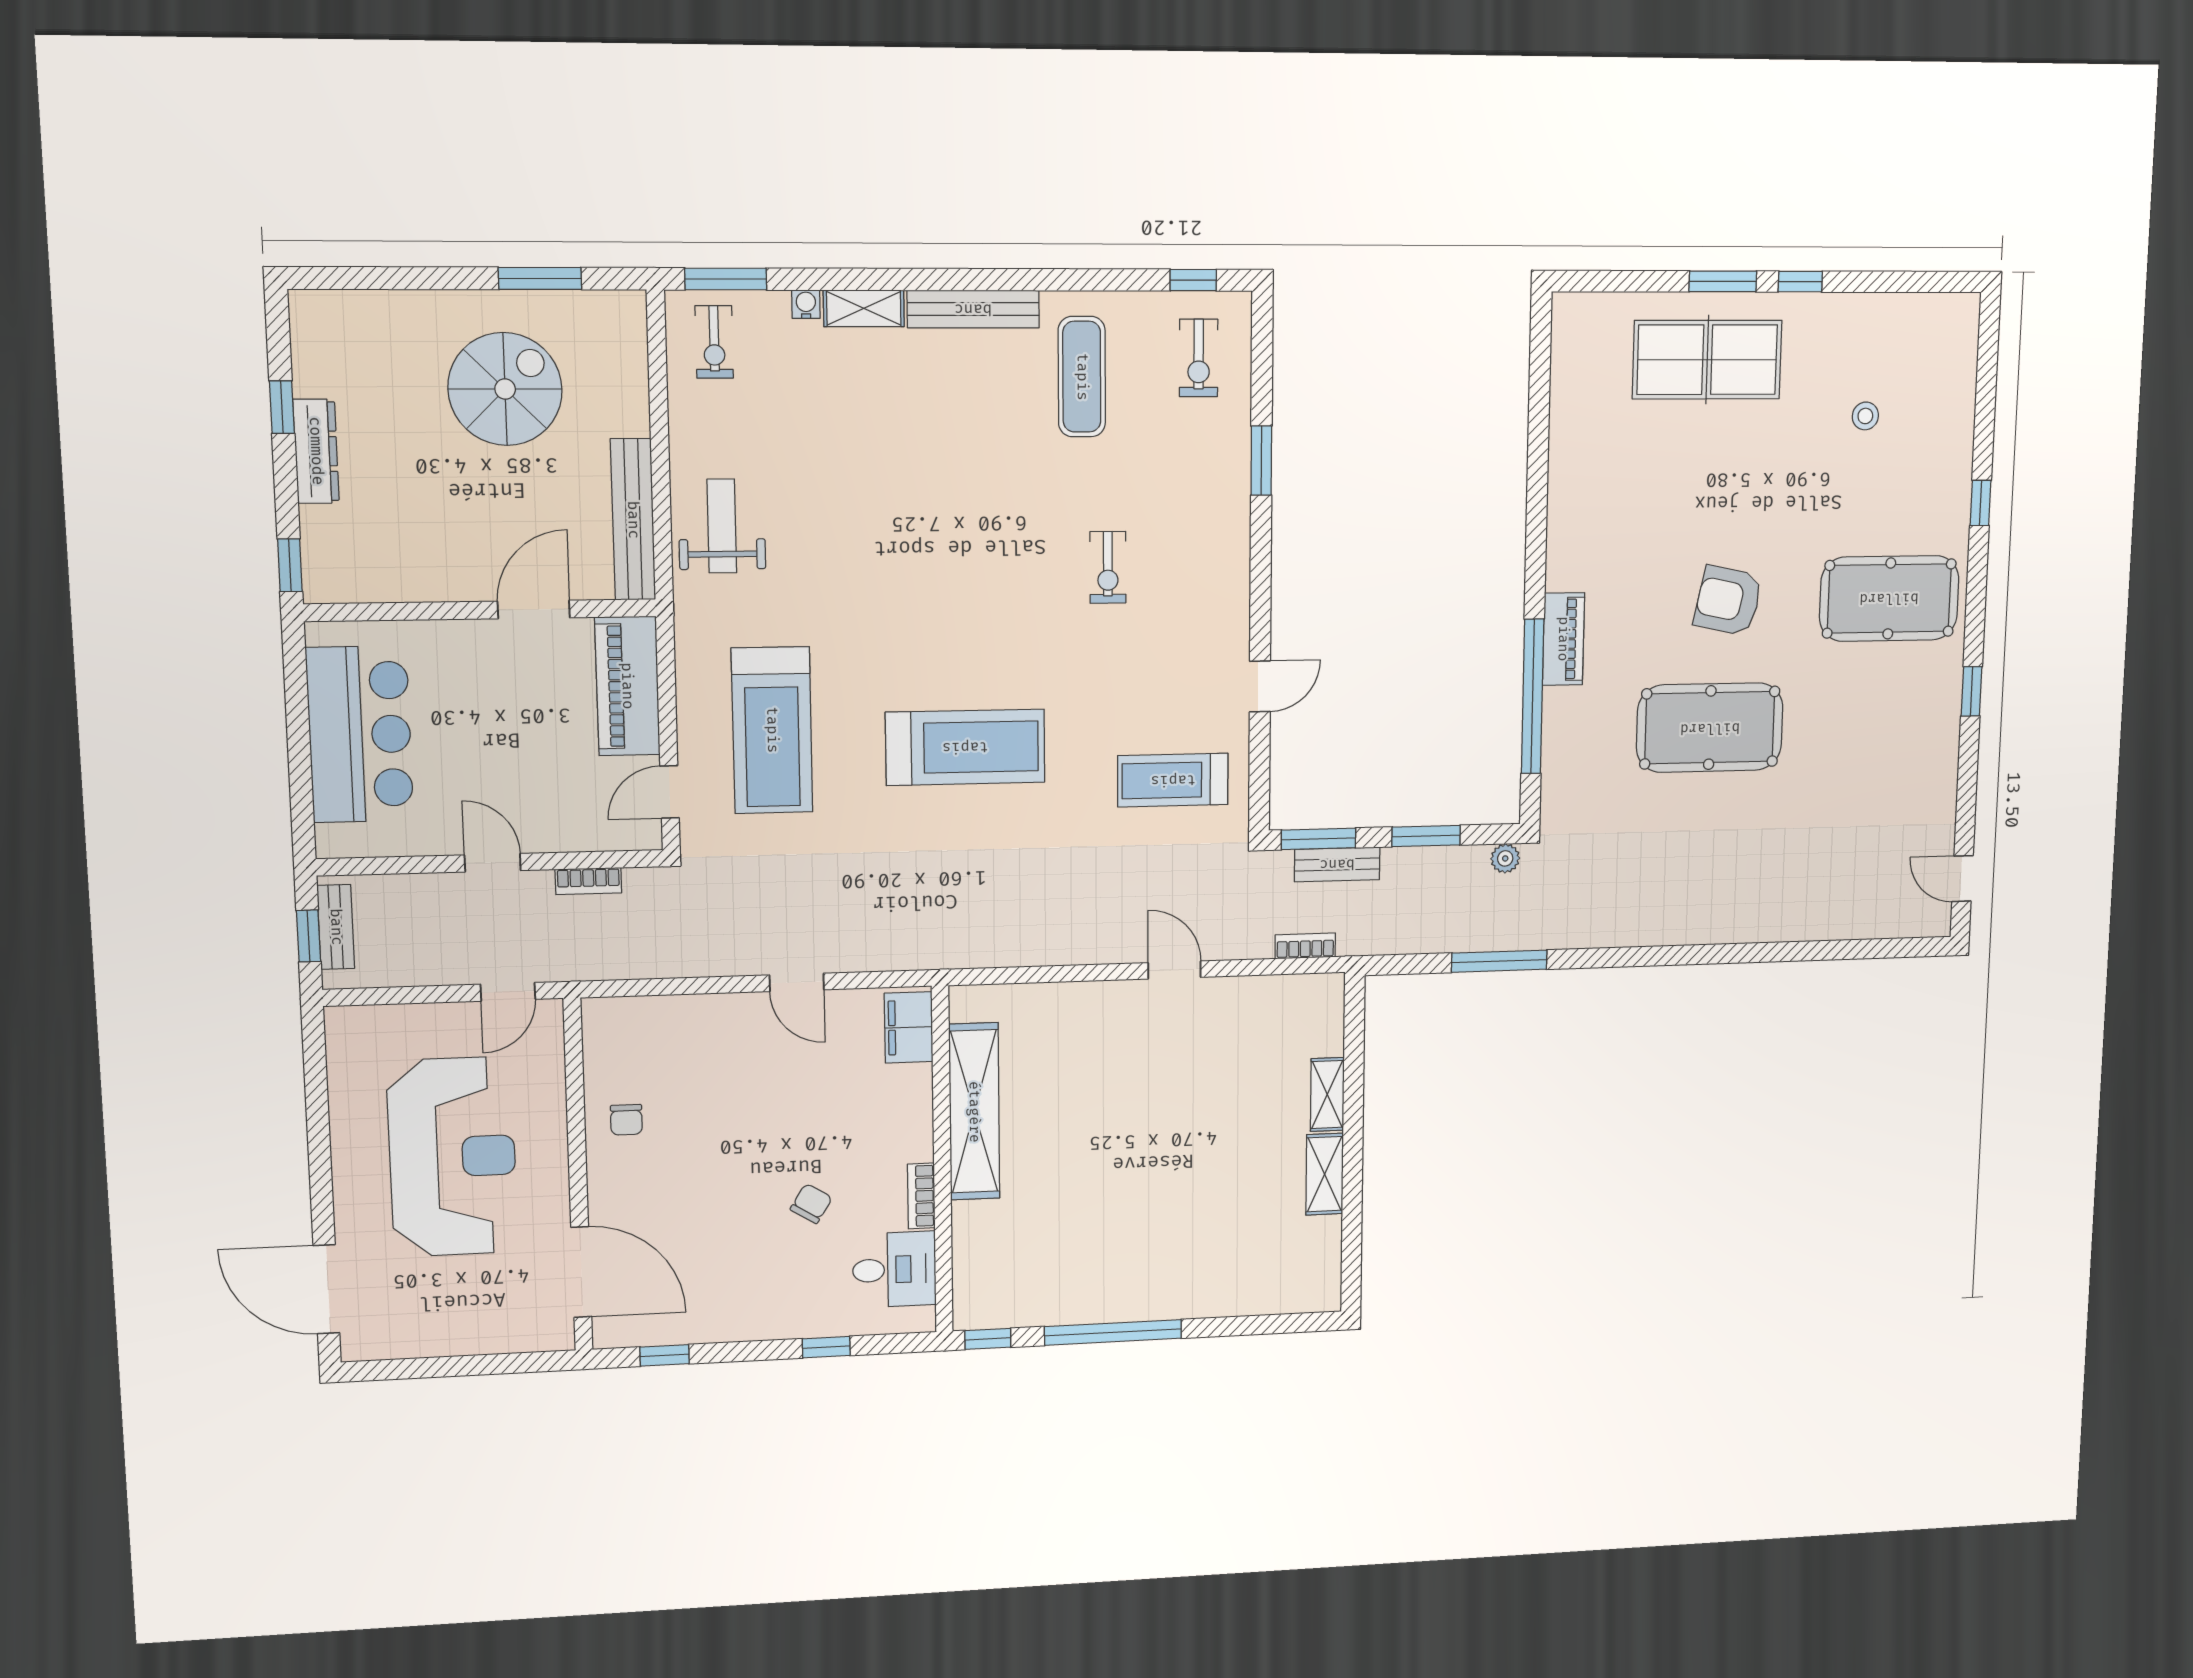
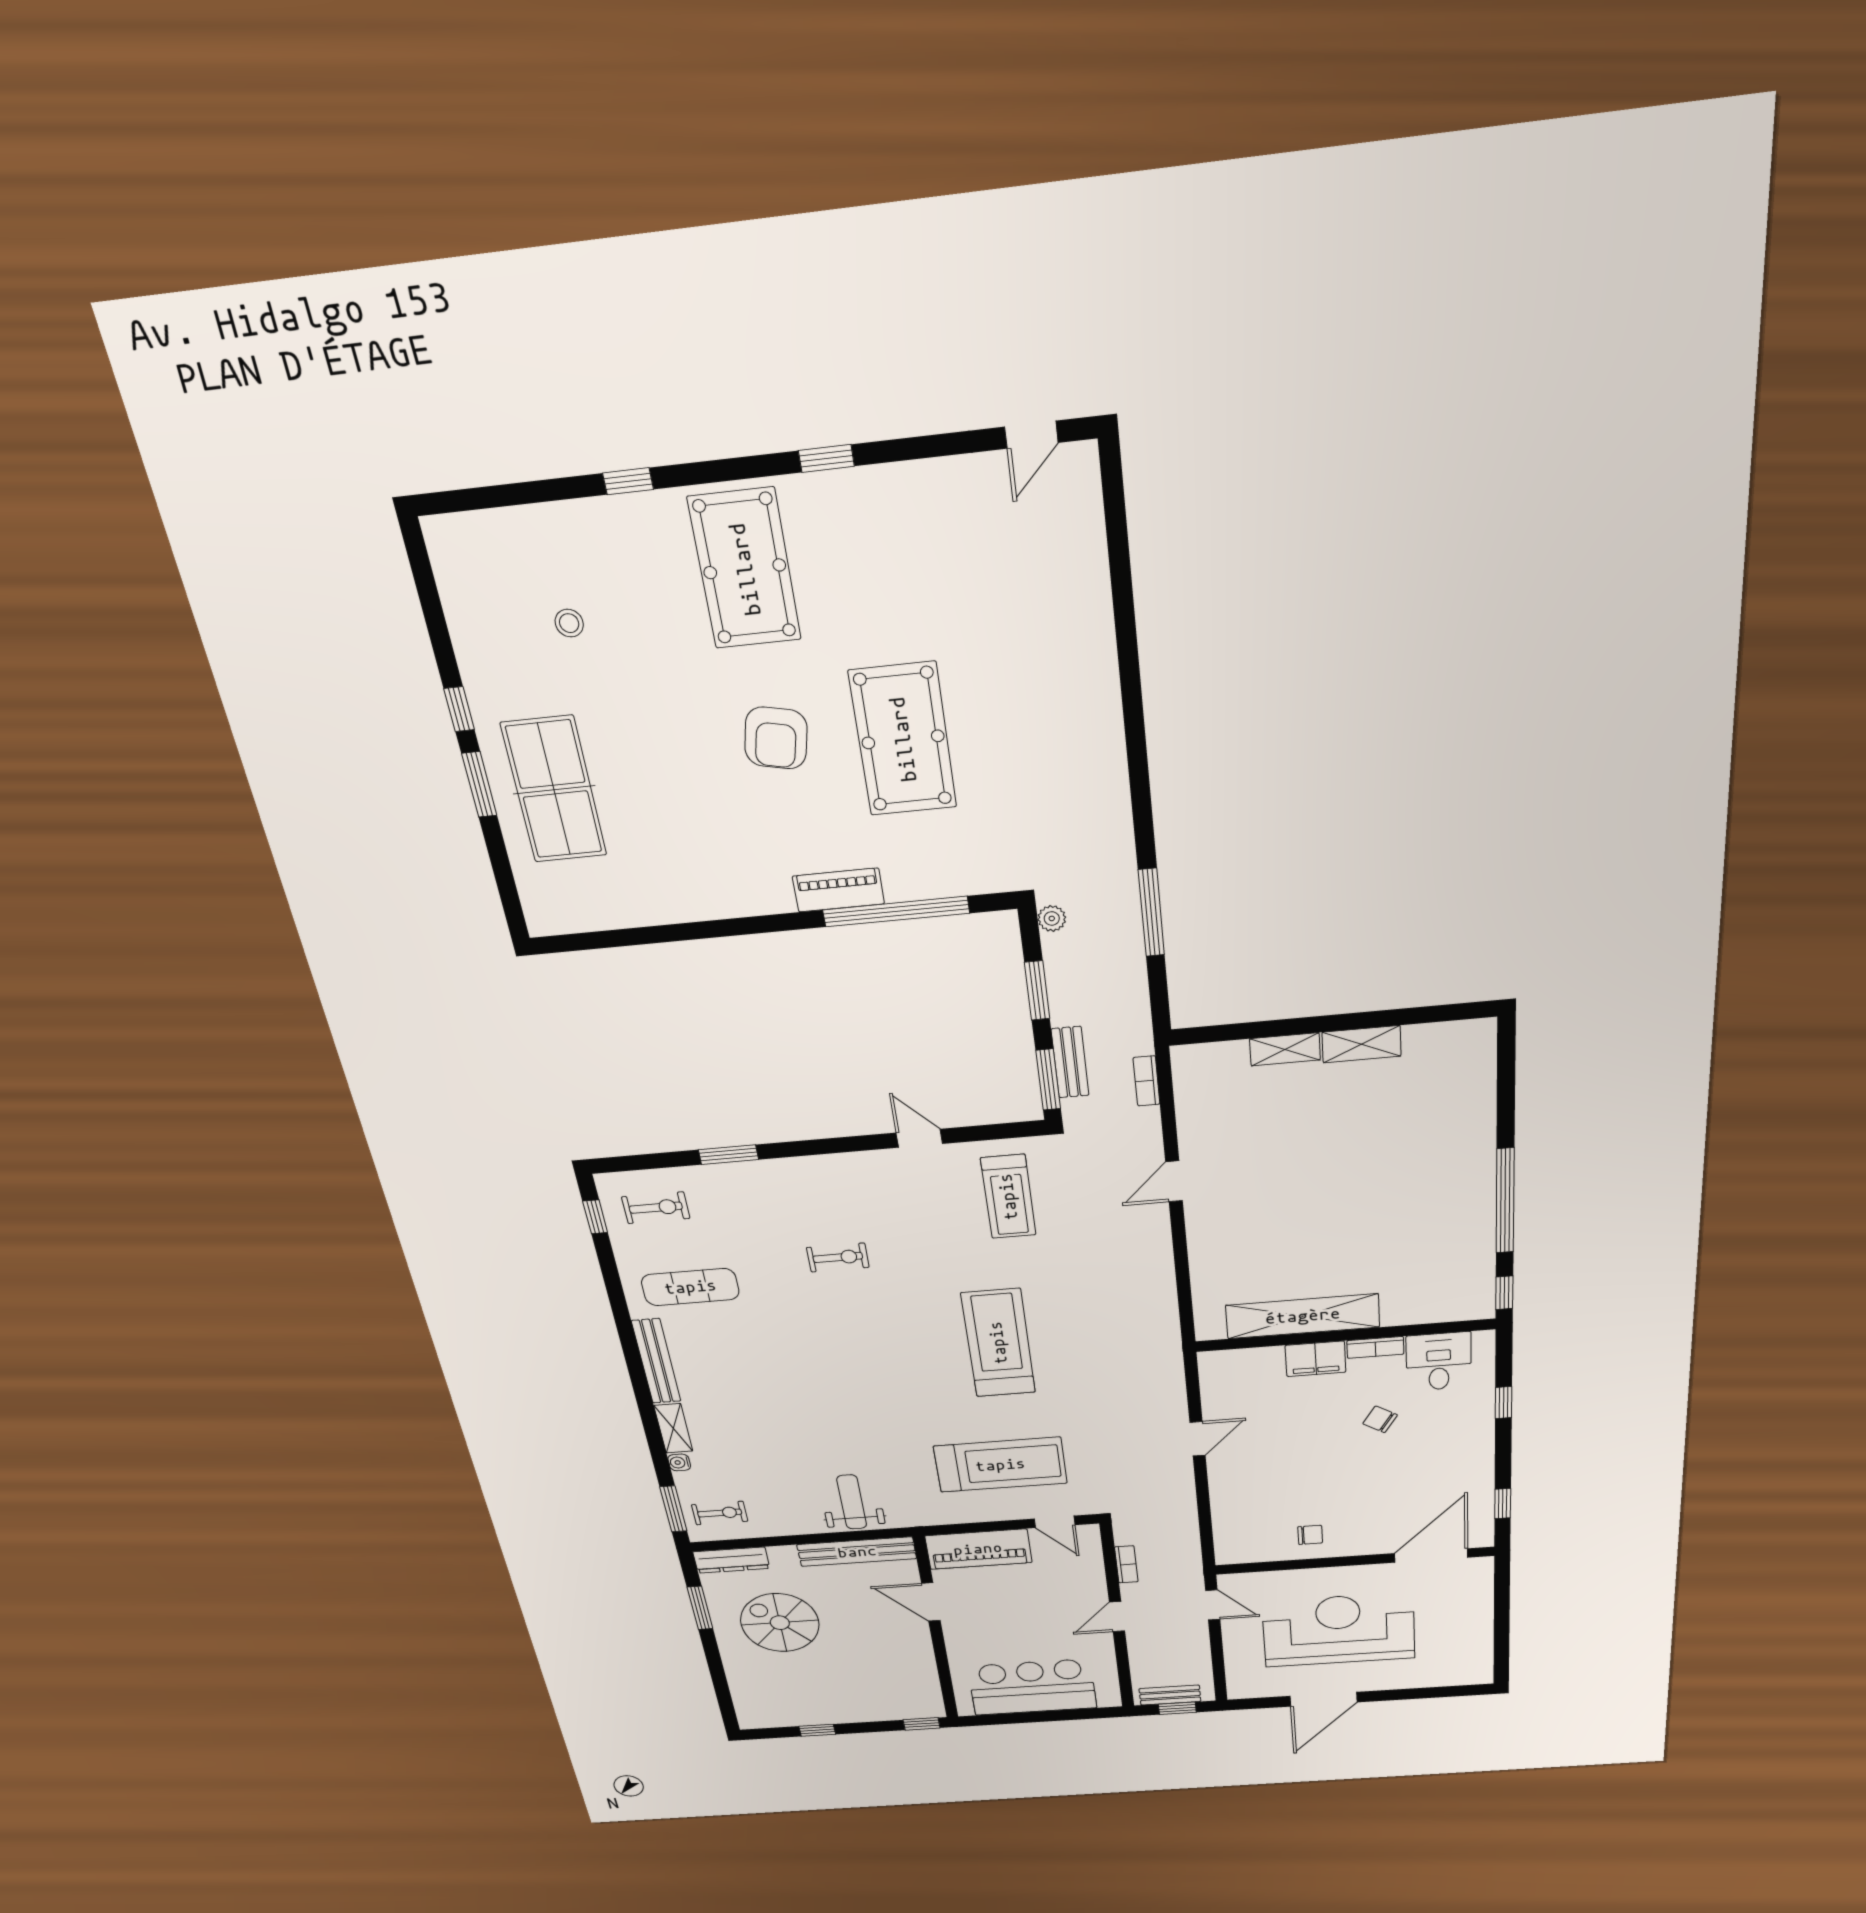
dresser: (316, 451) -> (731, 1560), moved, turned 180
weight bench: (722, 526) -> (852, 1502), turned 90
filing cabinet: (909, 1027) -> (1315, 1359), moved
door: (326, 1289) -> (1324, 1699), moved

